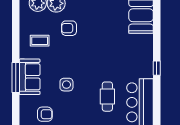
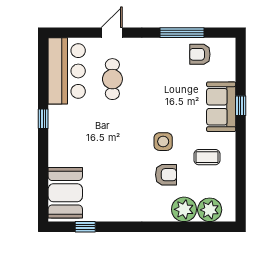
window: (16, 77) -> (241, 106), width x0.46
side table: (66, 85) -> (163, 142), moved

